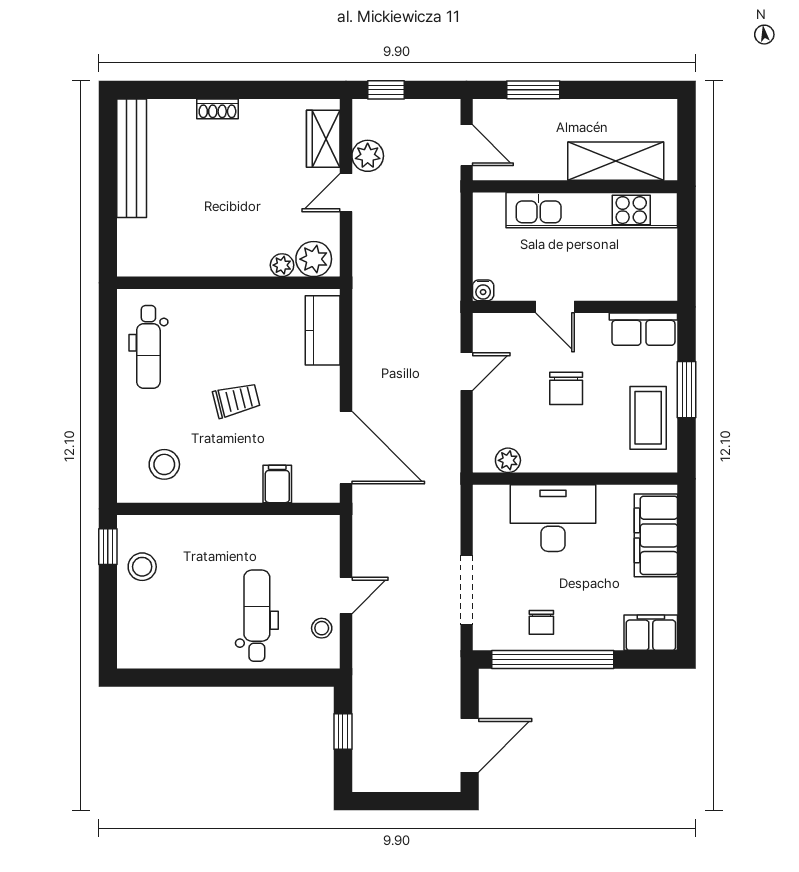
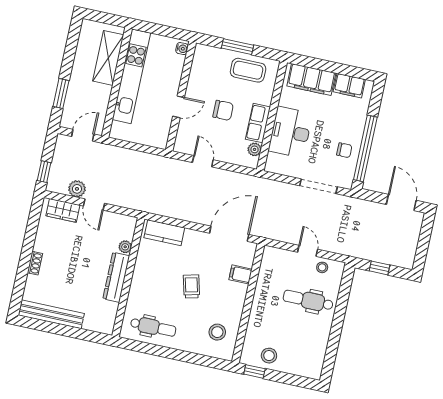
plant: (314, 259) -> (126, 229), removed
dresser: (224, 261) -> (116, 277), added
water cooler: (483, 290) -> (182, 49), moved
row of seats: (643, 329) -> (258, 123), moved, turned 180
filing cabinet: (651, 633) -> (349, 86), moved, turned -90

